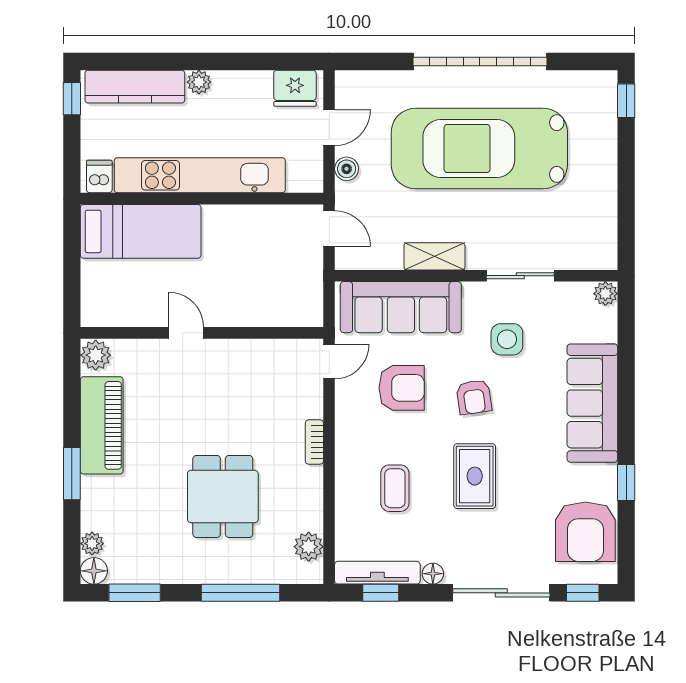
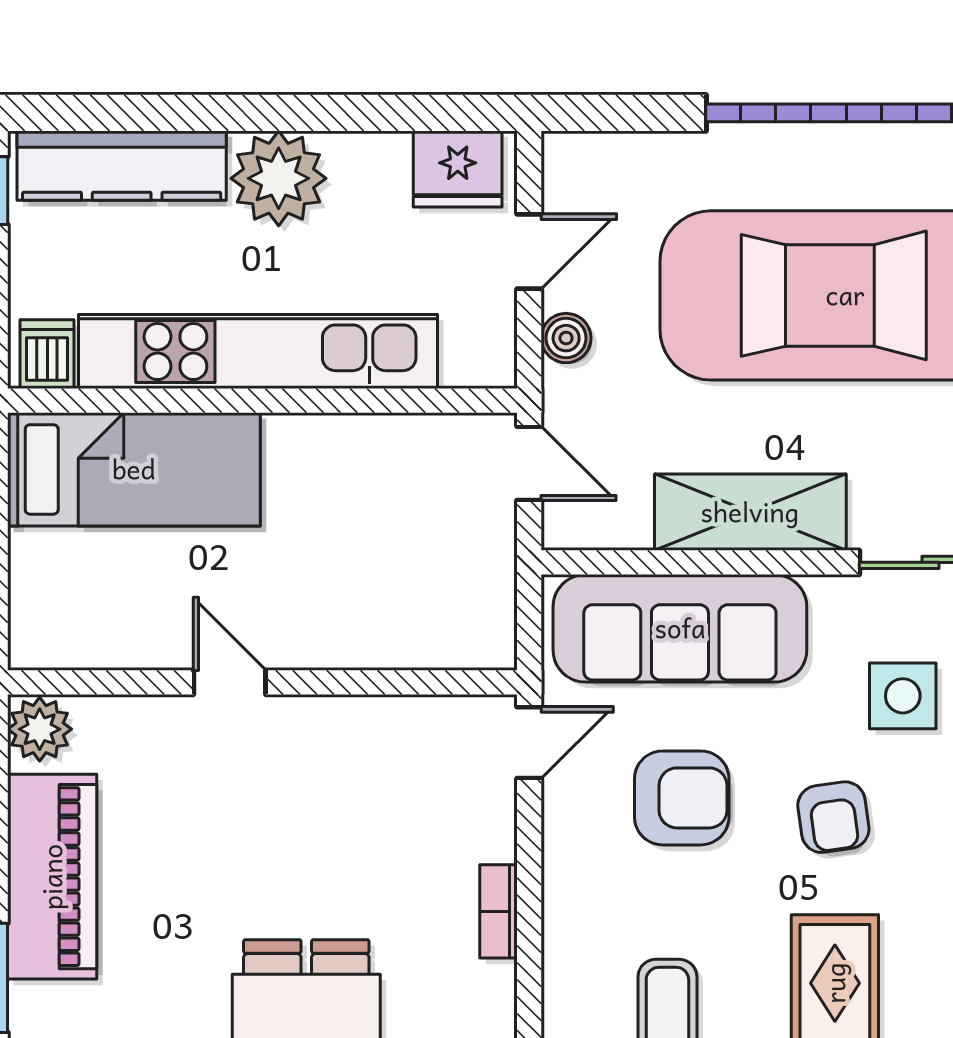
plant: (199, 82) -> (279, 178), width x1.87, depth x1.87
shelving: (434, 256) -> (750, 512), width x1.50, depth x1.33

